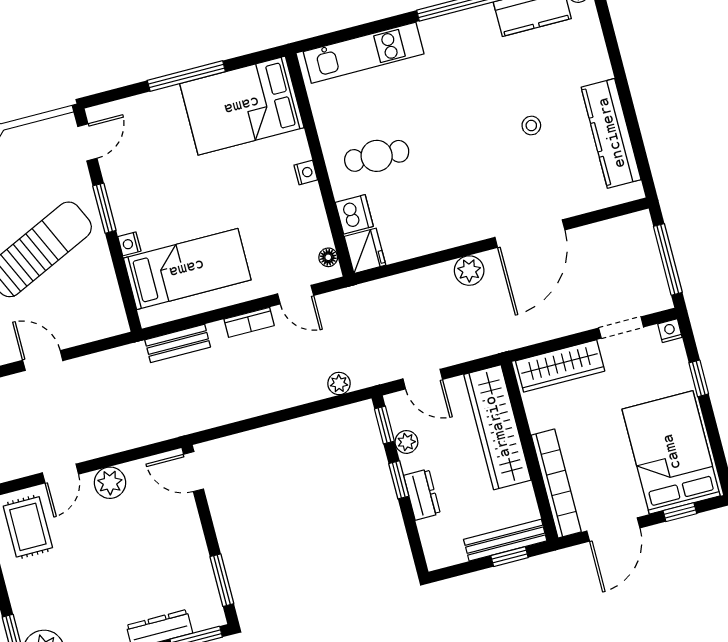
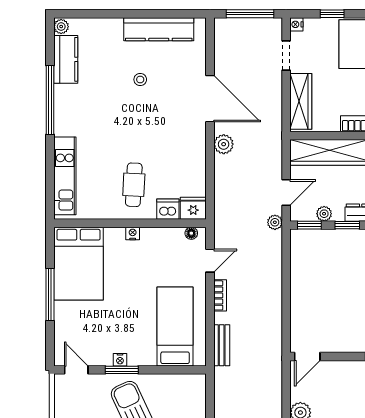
nightstand: (129, 244) -> (120, 360), moved
plant: (339, 383) -> (275, 222), moved

